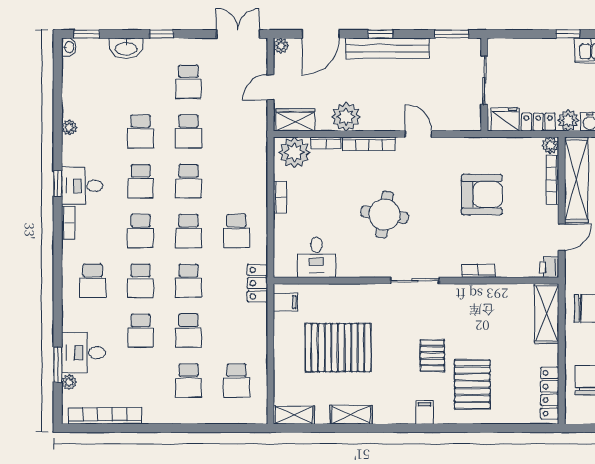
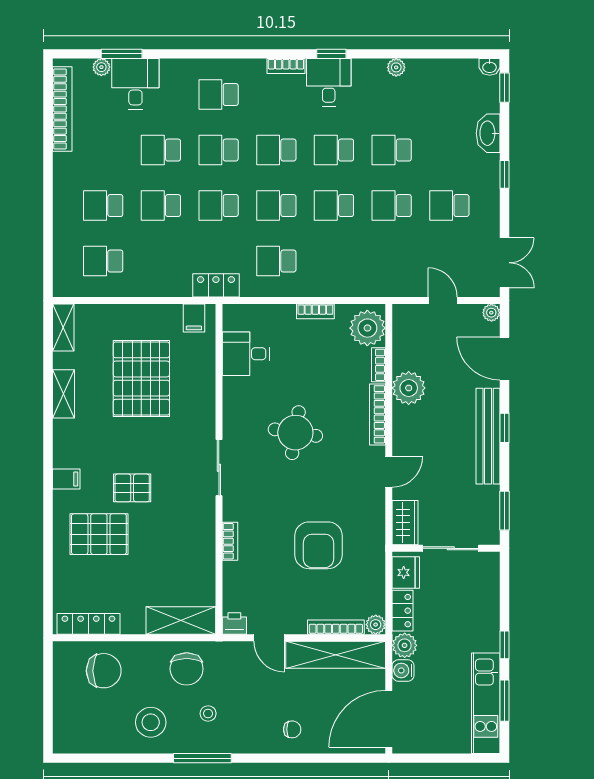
wardrobe: (295, 120) -> (405, 523), moved

